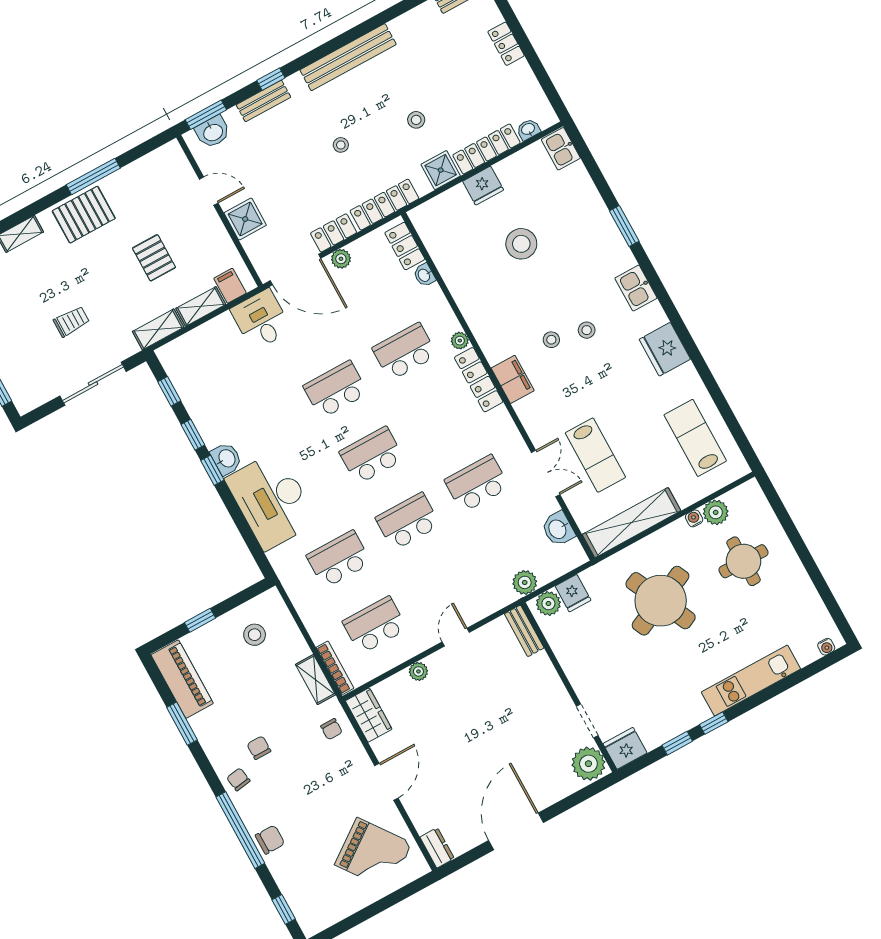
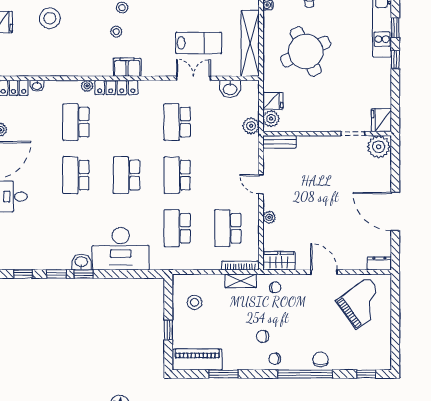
window: (677, 743) -> (395, 28), moved

